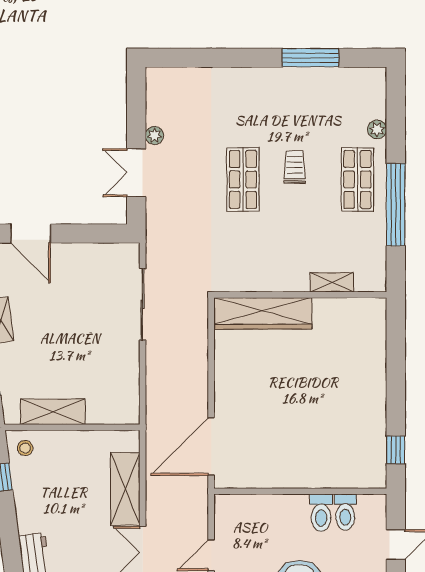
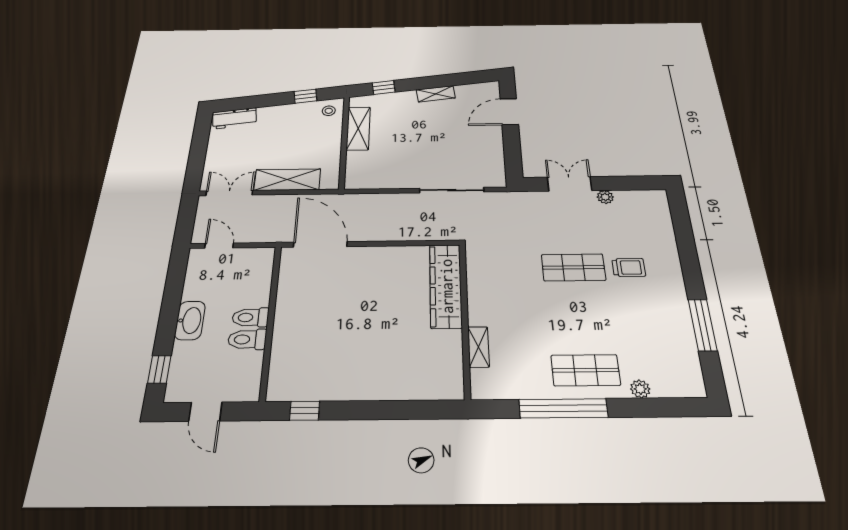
trolley: (295, 167) -> (629, 267), moved
toilet: (345, 512) -> (251, 317), moved

